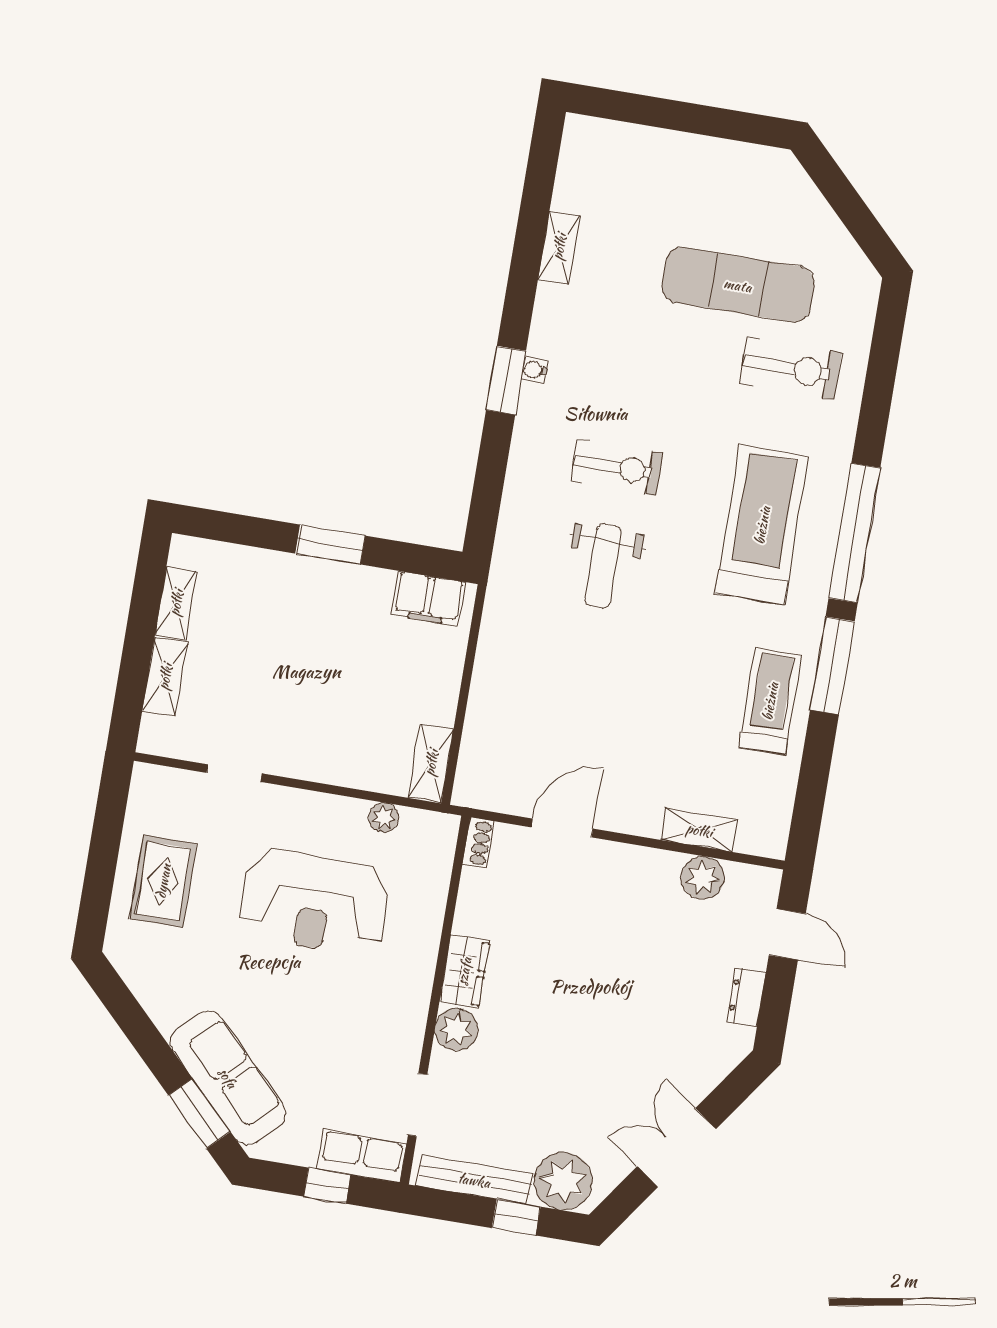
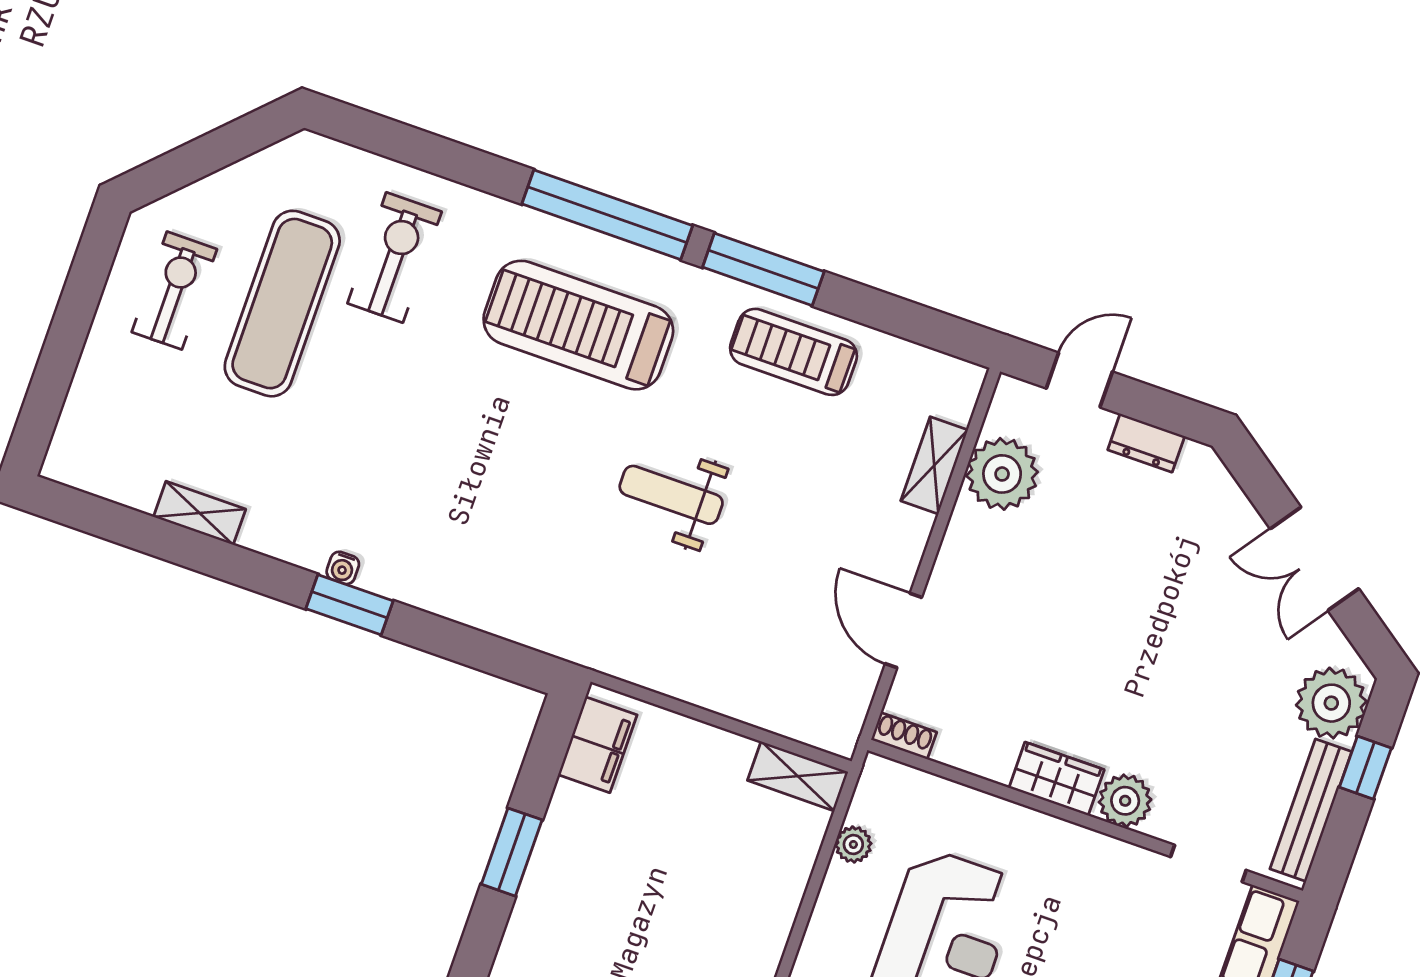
exercise bike: (617, 467) -> (174, 291), moved
weight bench: (603, 566) -> (671, 495), moved, turned 180
plant: (703, 878) -> (1002, 474), width x1.36, depth x1.36

